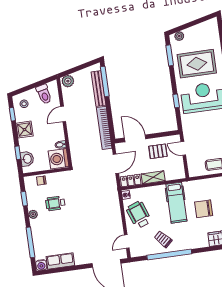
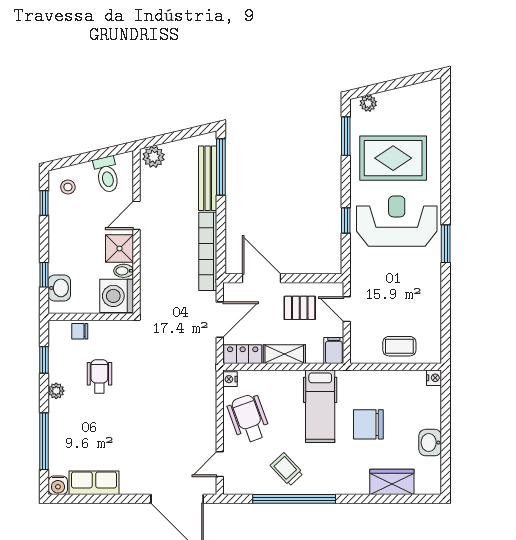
shower: (24, 130) -> (119, 249), moved
filing cabinet: (179, 172) -> (334, 351), added
wheelchair: (55, 203) -> (99, 376), turned 90

